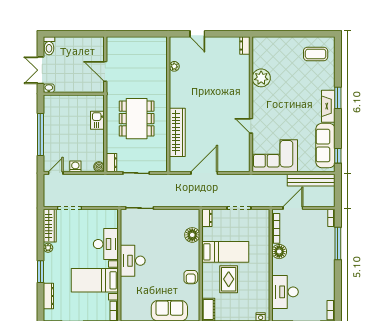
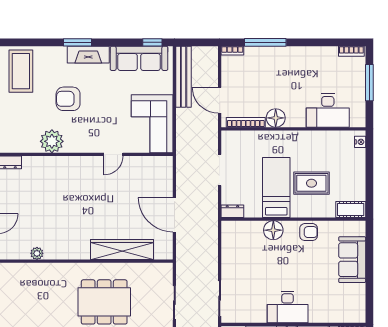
coffee table: (316, 54) -> (21, 71), width x1.36, depth x1.32
armchair: (294, 91) -> (68, 99), added
floor lamp: (192, 235) -> (273, 230), moved

